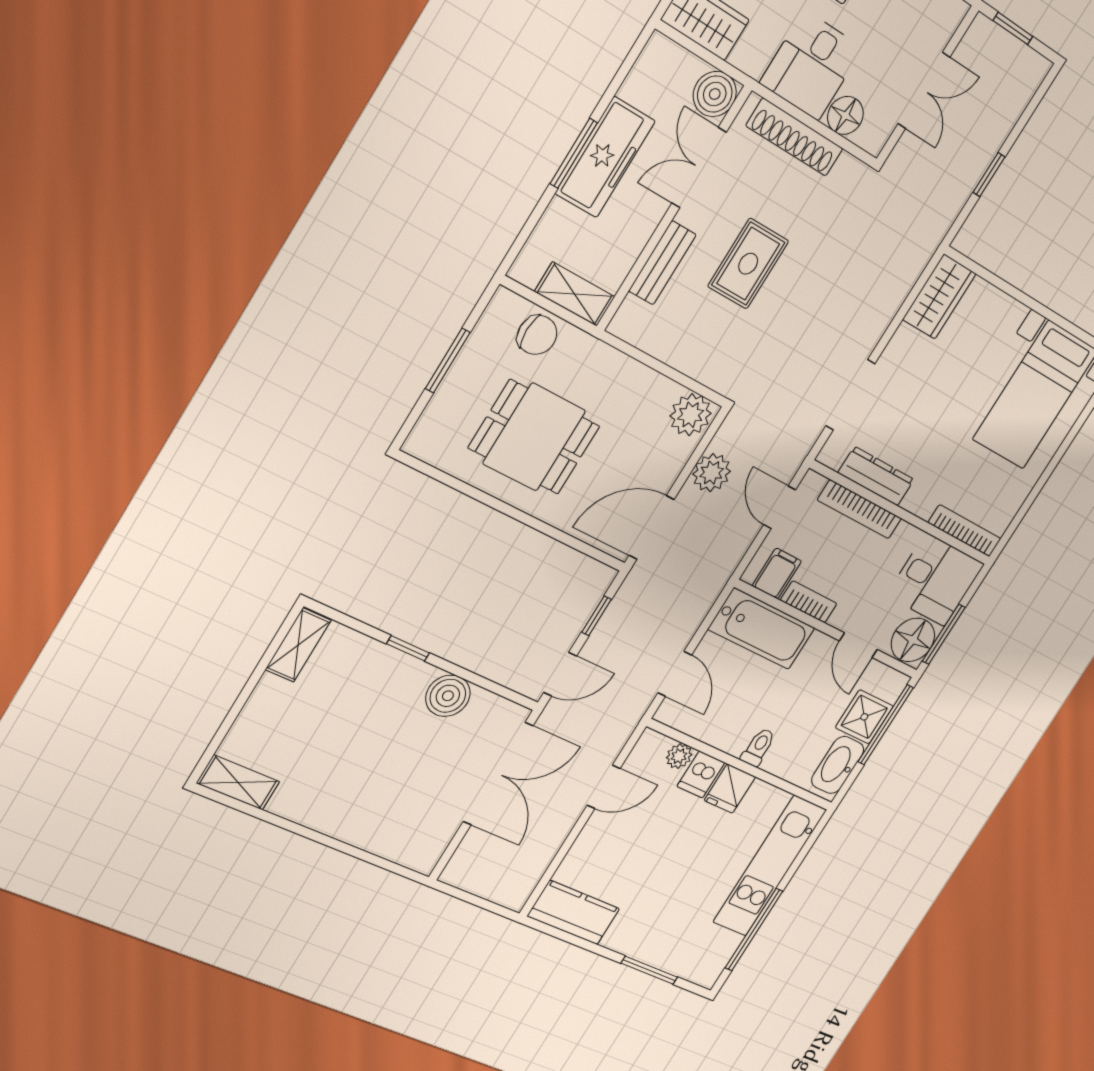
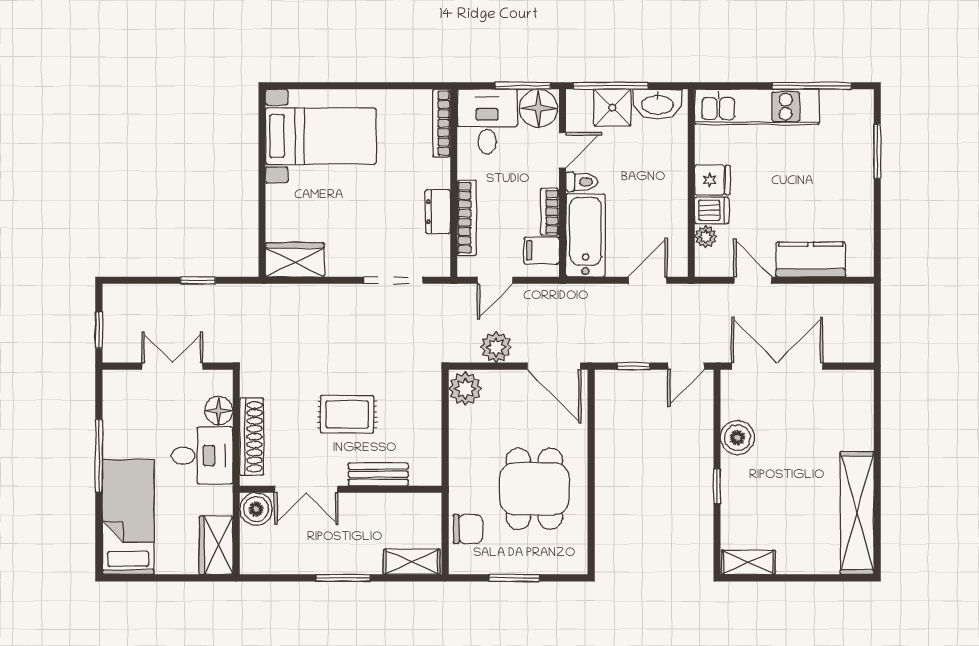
freezer: (605, 157) -> (334, 556), removed
shelving: (575, 294) -> (412, 562), moved, turned 90
chair: (537, 335) -> (468, 529), turned 90
dresser: (876, 476) -> (438, 212), width x0.70
door: (560, 674) -> (686, 366), swing flipped
toilet: (758, 747) -> (582, 182), moved, turned 180
shelving: (238, 782) -> (857, 513), width x2.20, depth x1.33
kitchen counter: (573, 913) -> (811, 259), moved, turned 90

